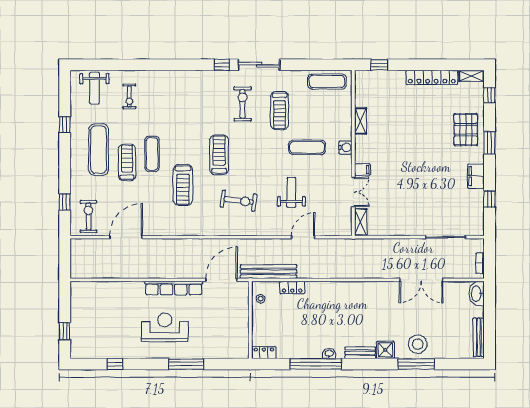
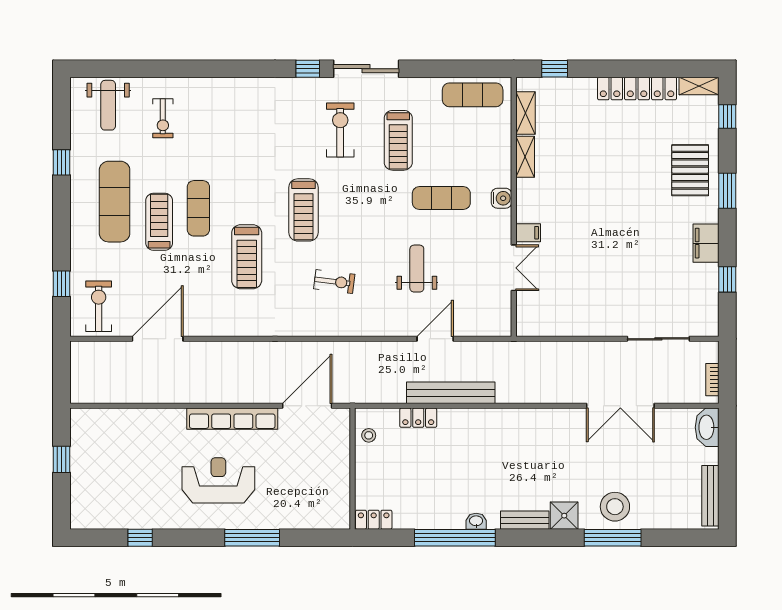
treadmill: (219, 155) -> (304, 210), turned 180
exercise bike: (239, 201) -> (334, 282), width x0.73, depth x0.72
shelving: (361, 222) -> (525, 113), moved
bench: (269, 272) -> (451, 393), moved
window: (65, 331) -> (61, 459), moved

